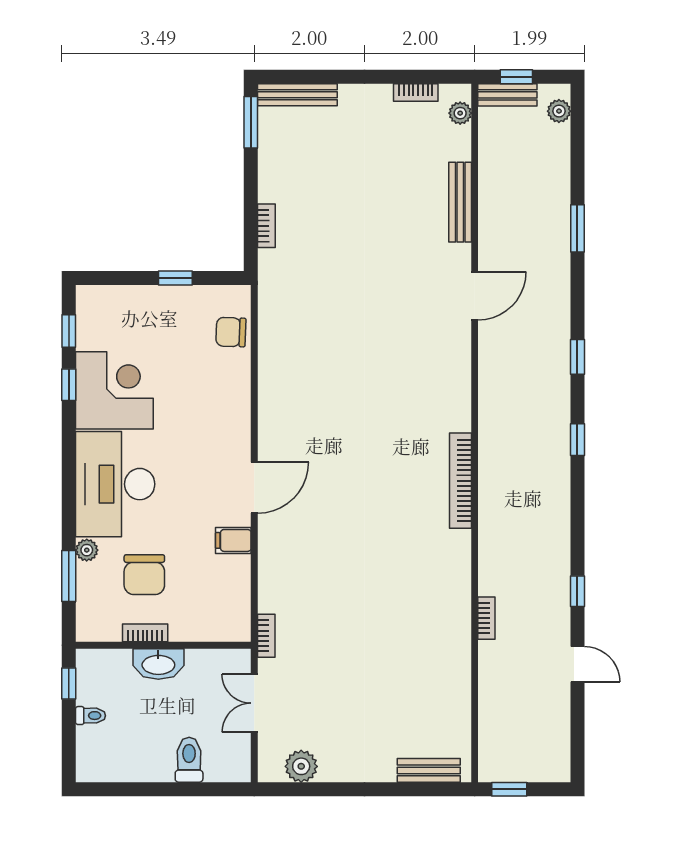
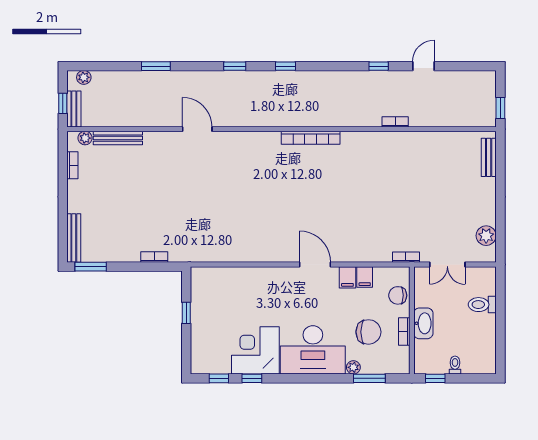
bench: (460, 202) -> (118, 138), moved
chair: (231, 332) -> (398, 295), moved, turned 88
filing cabinet: (234, 569) -> (365, 277), added

